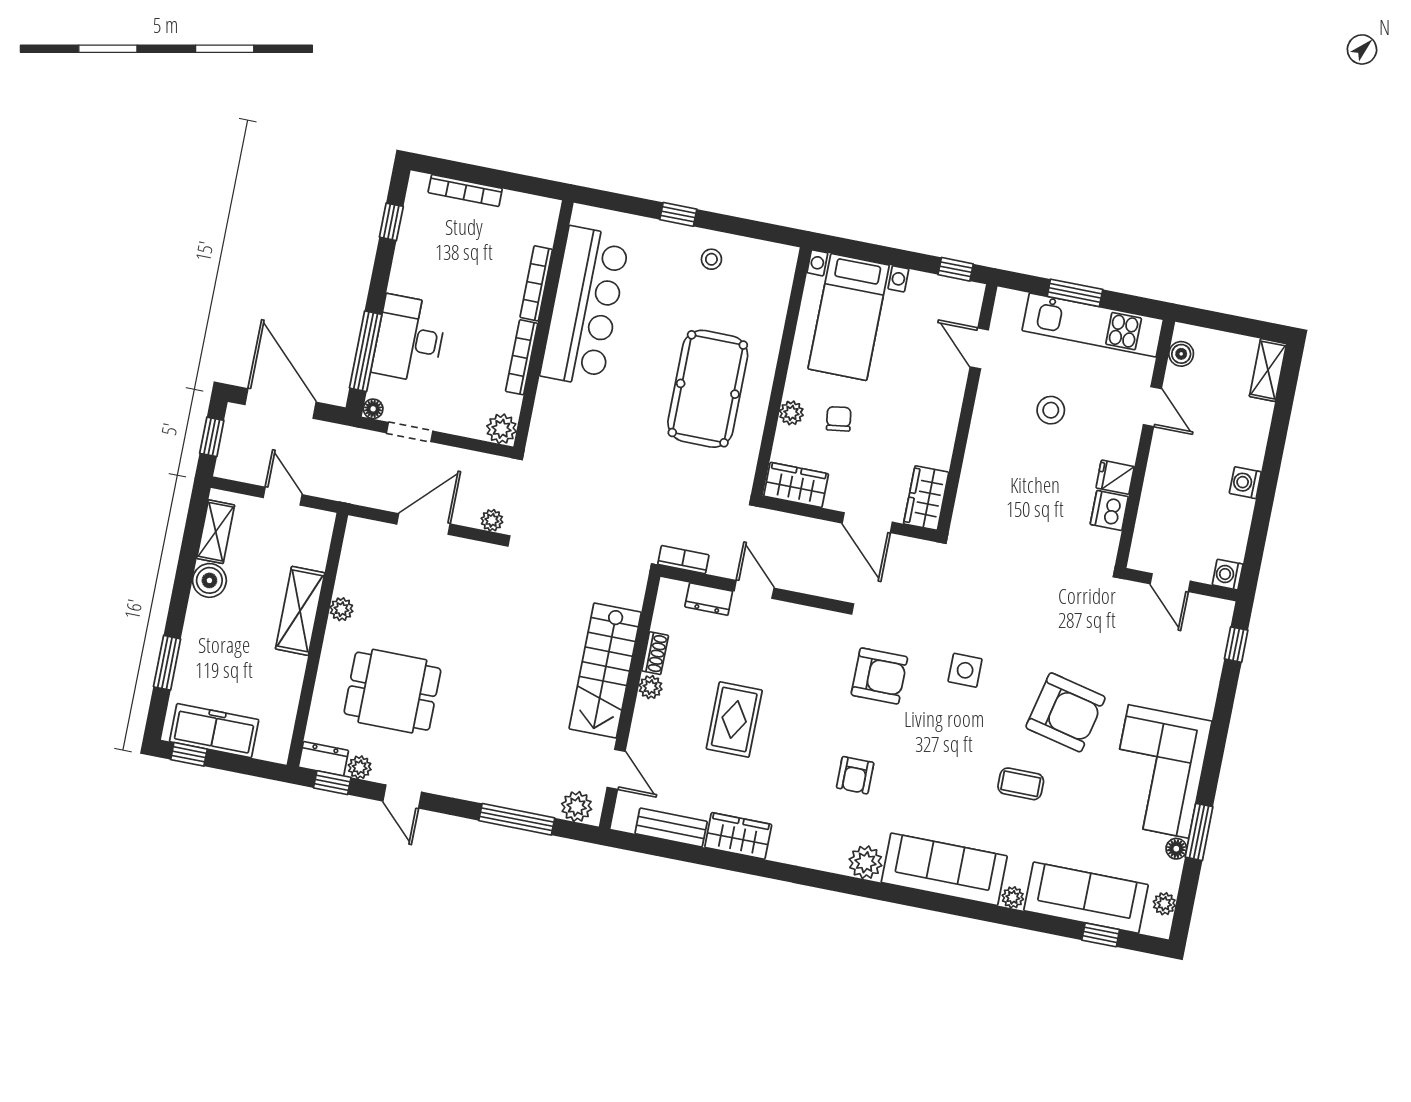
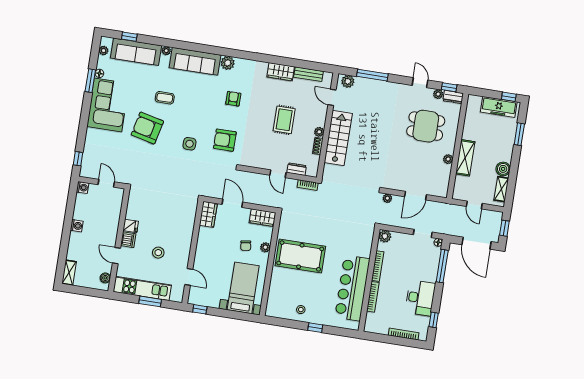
desk: (409, 339) -> (420, 298), moved
pool table: (708, 389) -> (300, 256), turned 90
dishwasher: (1109, 511) -> (128, 240), moved

